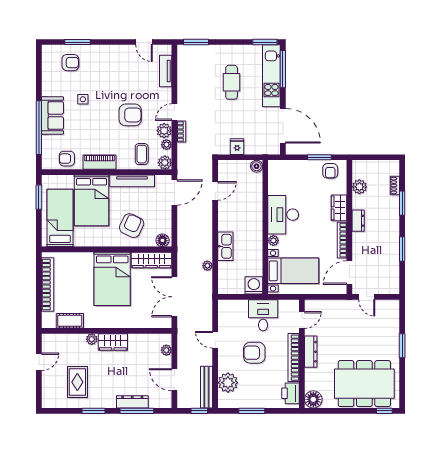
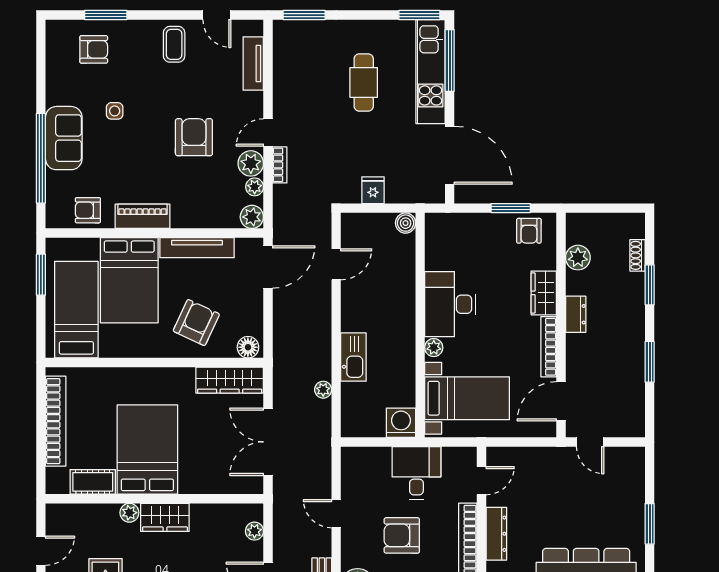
armchair: (130, 115) -> (194, 137), turned -90
coffee table: (142, 154) -> (174, 44), moved
bed: (112, 279) -> (147, 450), moved, turned 180

